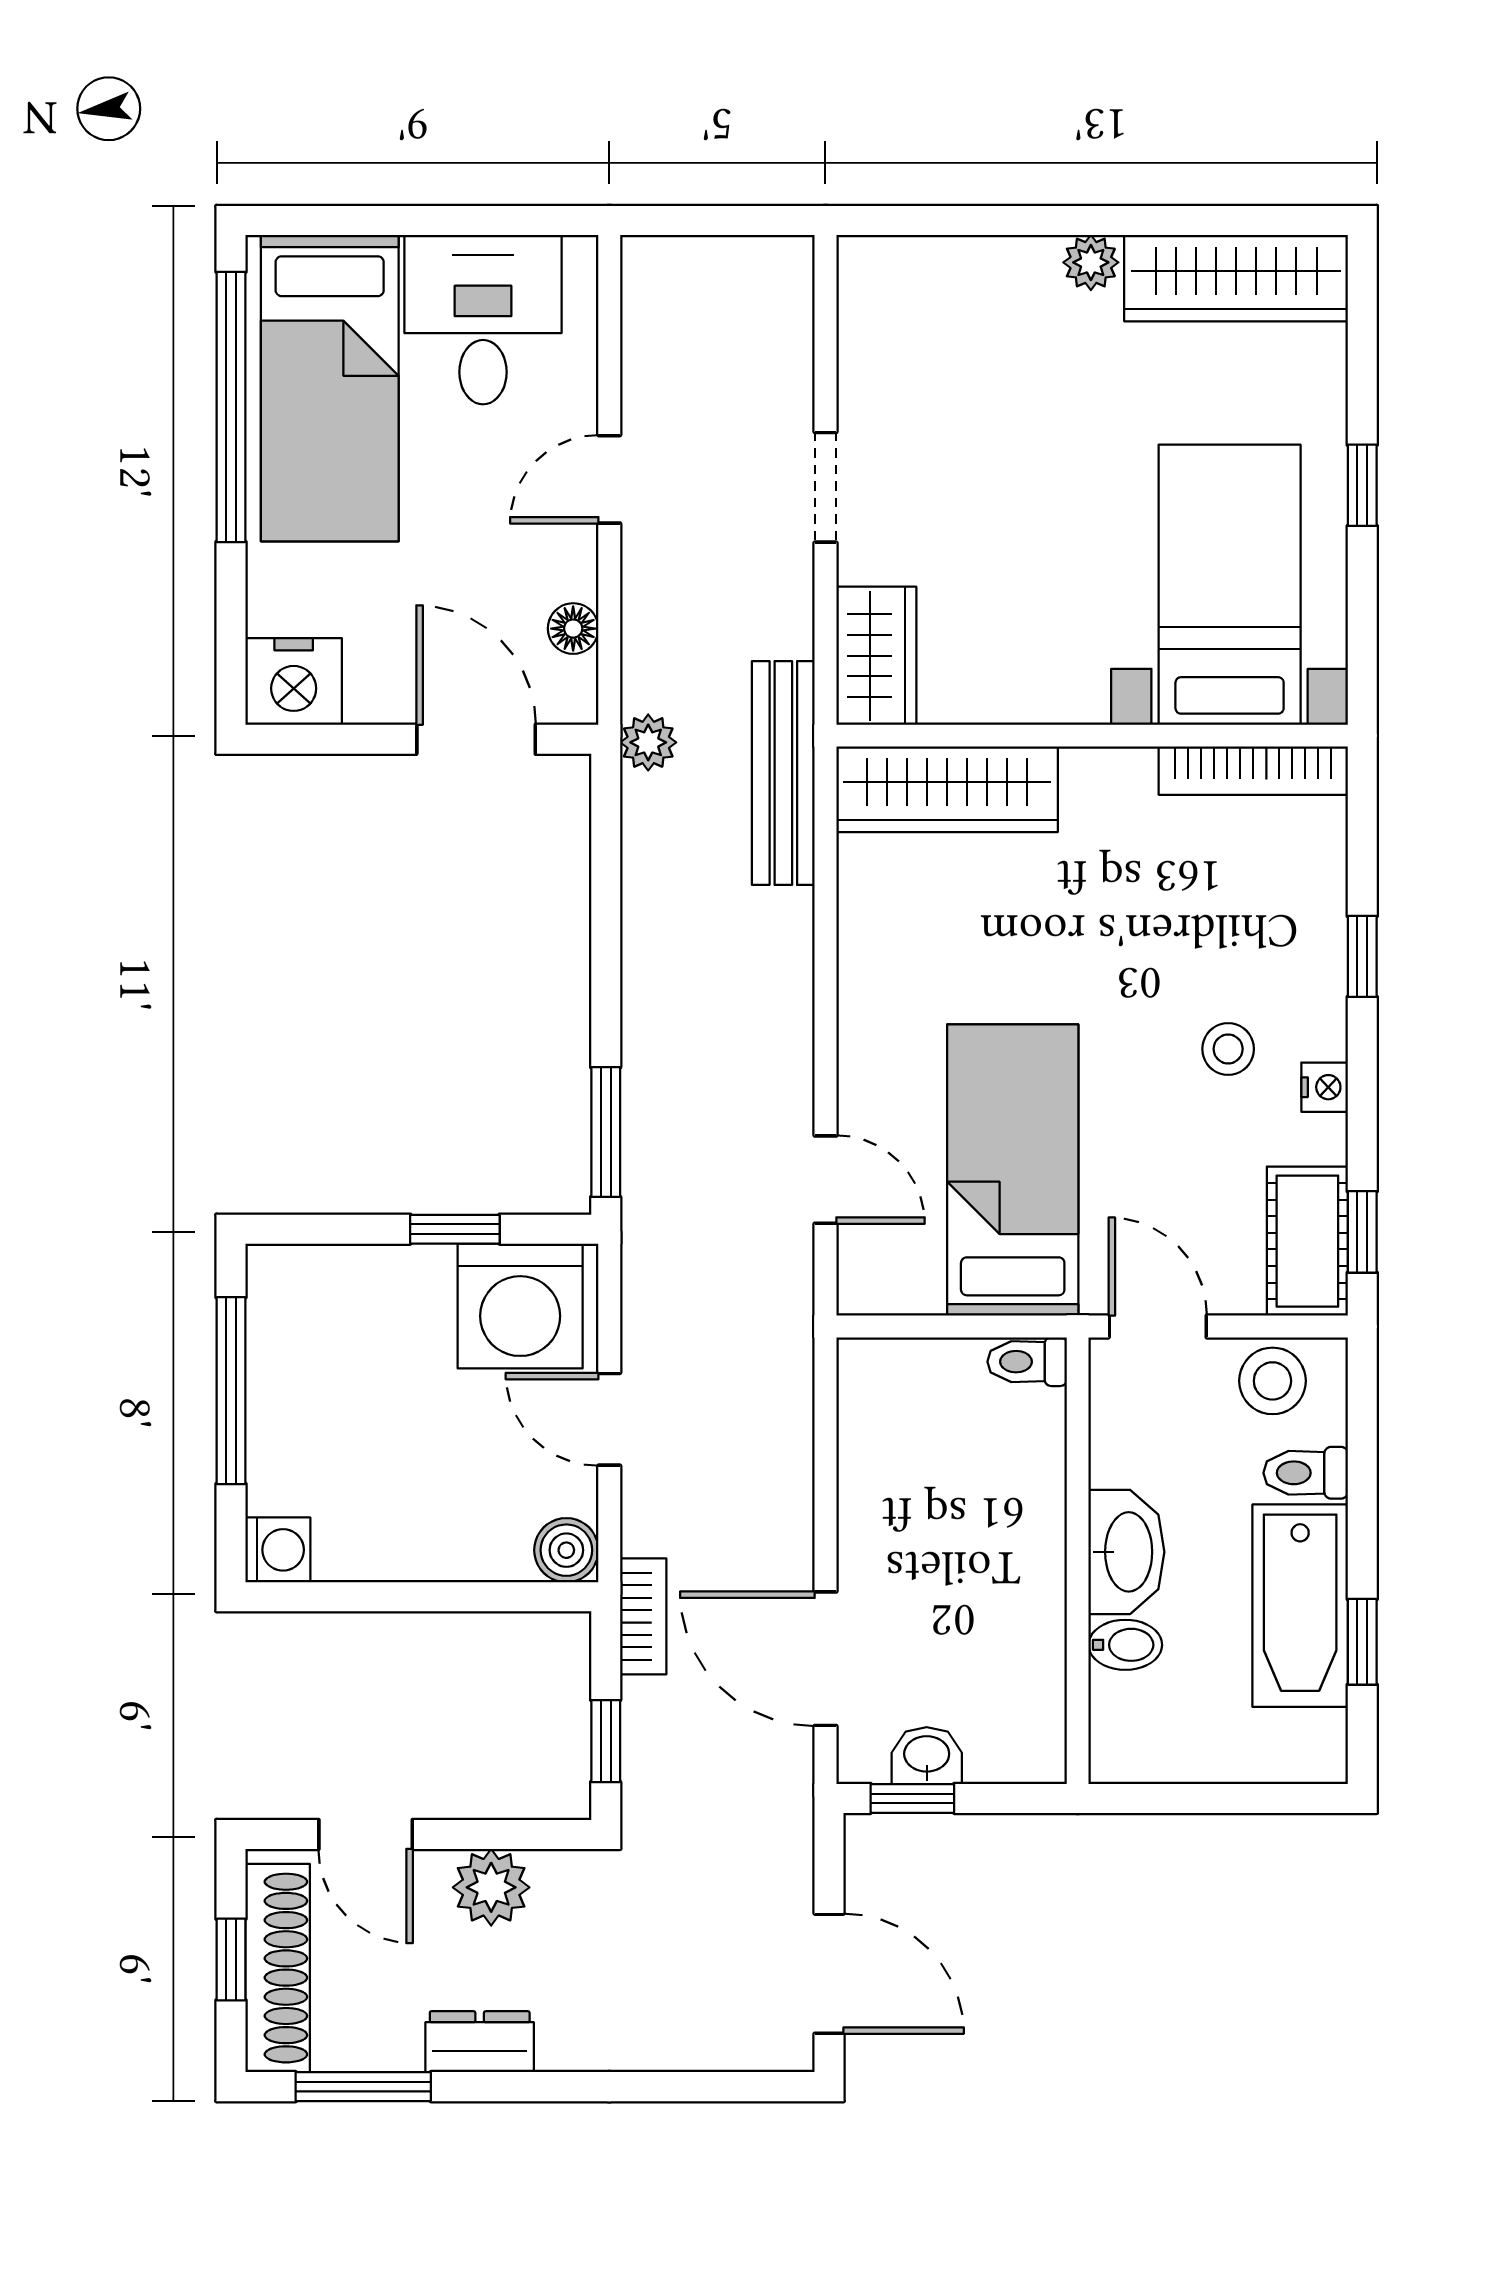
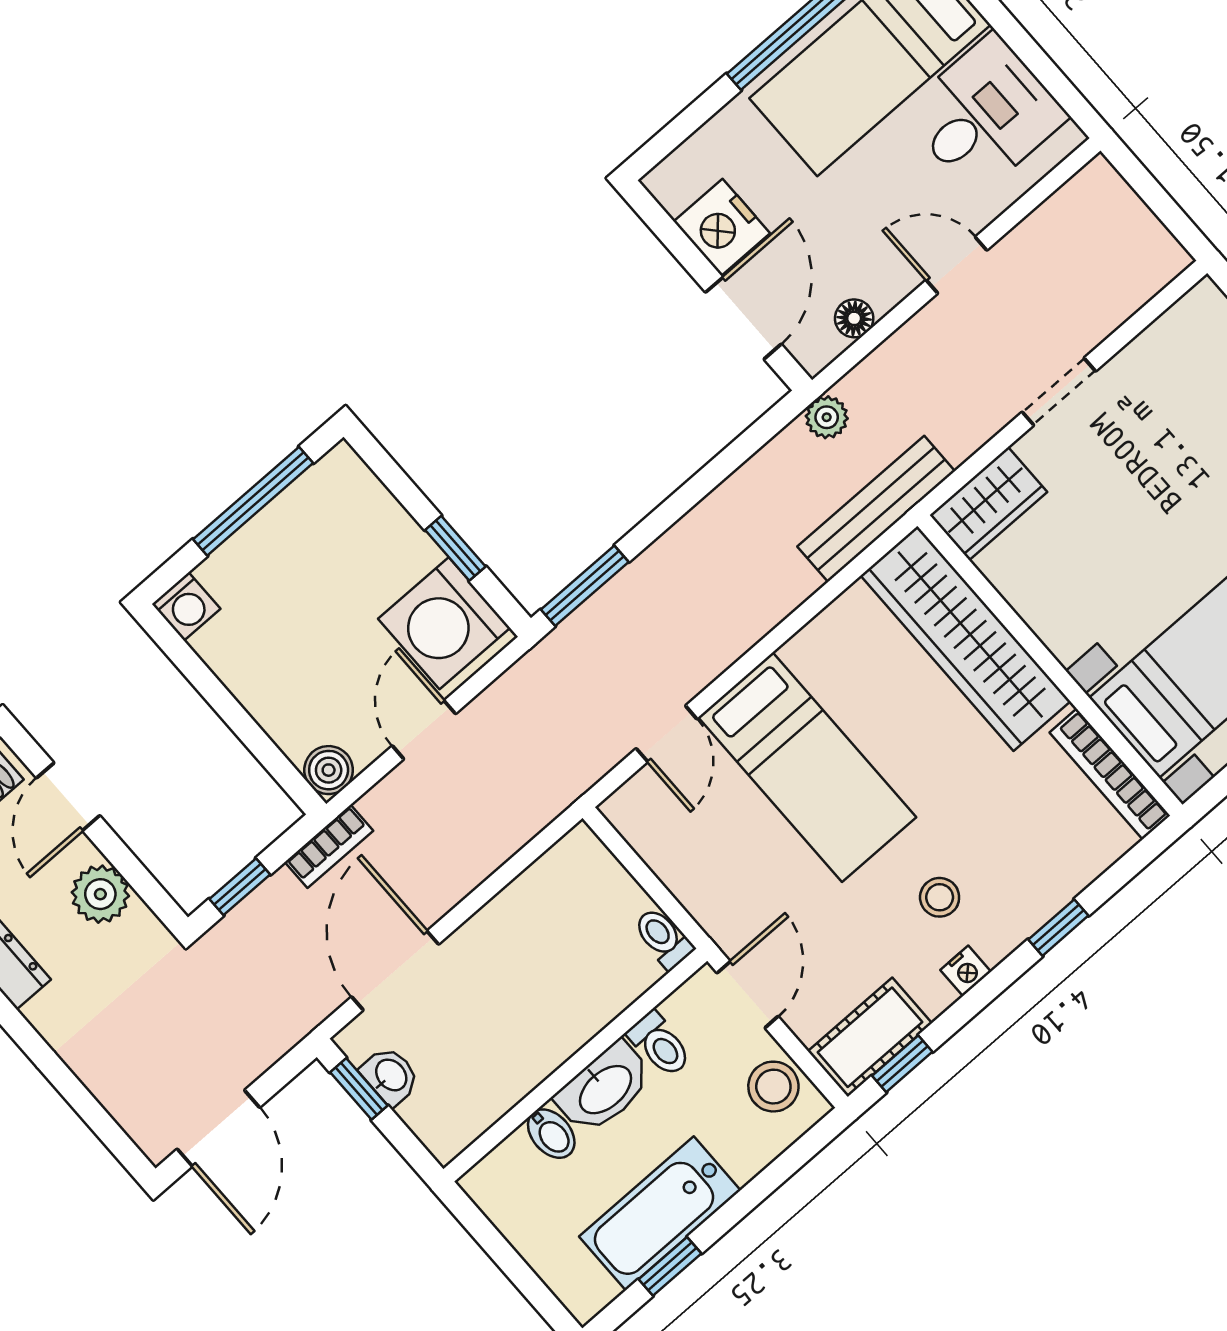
nightstand: (294, 682) -> (722, 227), moved
wardrobe: (947, 789) -> (966, 638), width x1.40, depth x1.17
bed: (1013, 1170) -> (807, 767), moved, turned 90
toilet: (1306, 1473) -> (660, 1044), moved, turned 180

